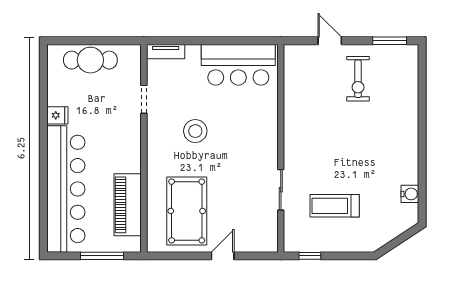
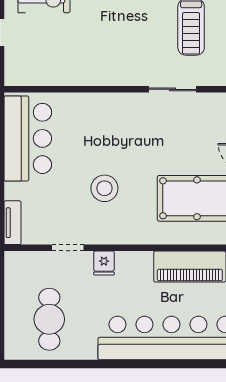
cafe table: (90, 60) -> (49, 319), moved
fridge: (57, 115) -> (104, 263), moved, turned 180

